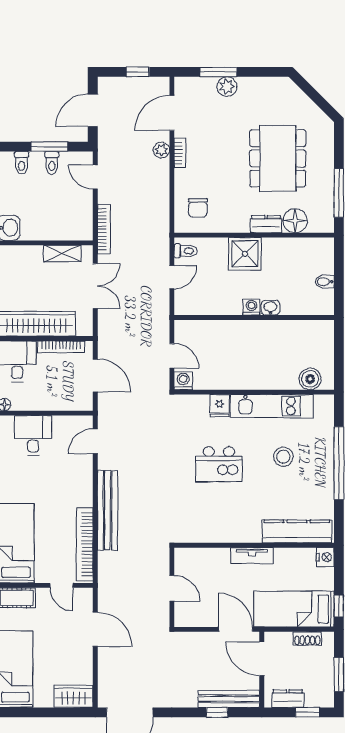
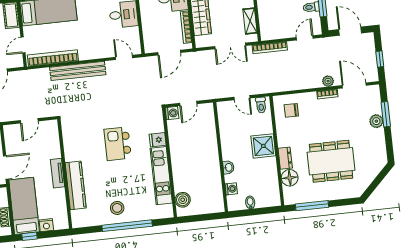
washing machine: (252, 307) -> (231, 189), moved
stool: (283, 457) -> (117, 208), moved
kitchen counter: (297, 531) -> (76, 185), moved
nightstand: (325, 557) -> (46, 225), moved

